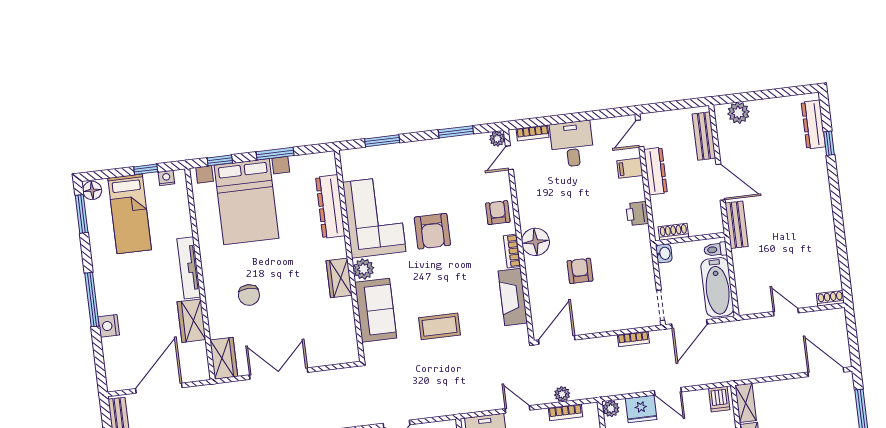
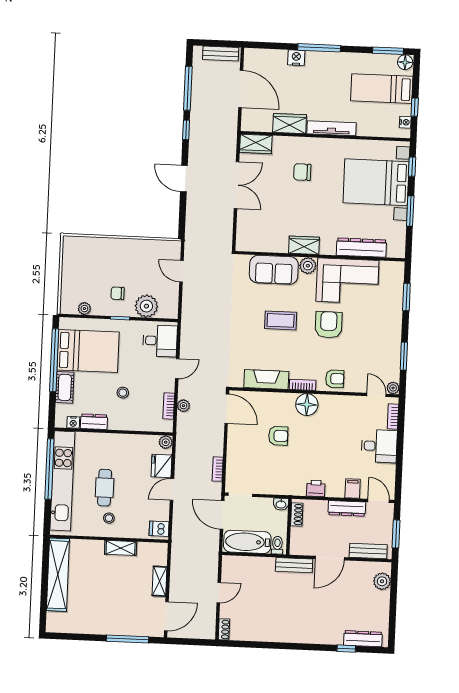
window: (677, 105) -> (396, 534), added
armchair: (432, 231) -> (329, 325), turned 90
coffee table: (439, 326) -> (281, 320), moved, turned 90
shelving: (746, 403) -> (160, 581), moved, turned 90

